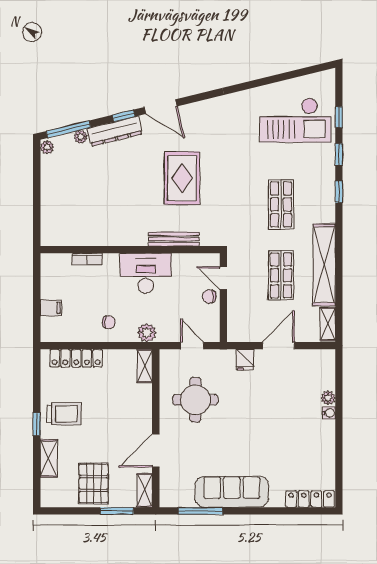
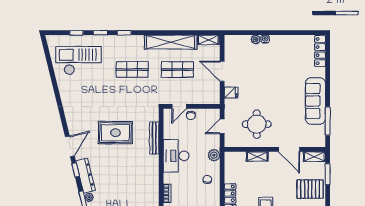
checkout: (295, 120) -> (78, 61), turned -90
shelving: (145, 366) -> (257, 156), moved

